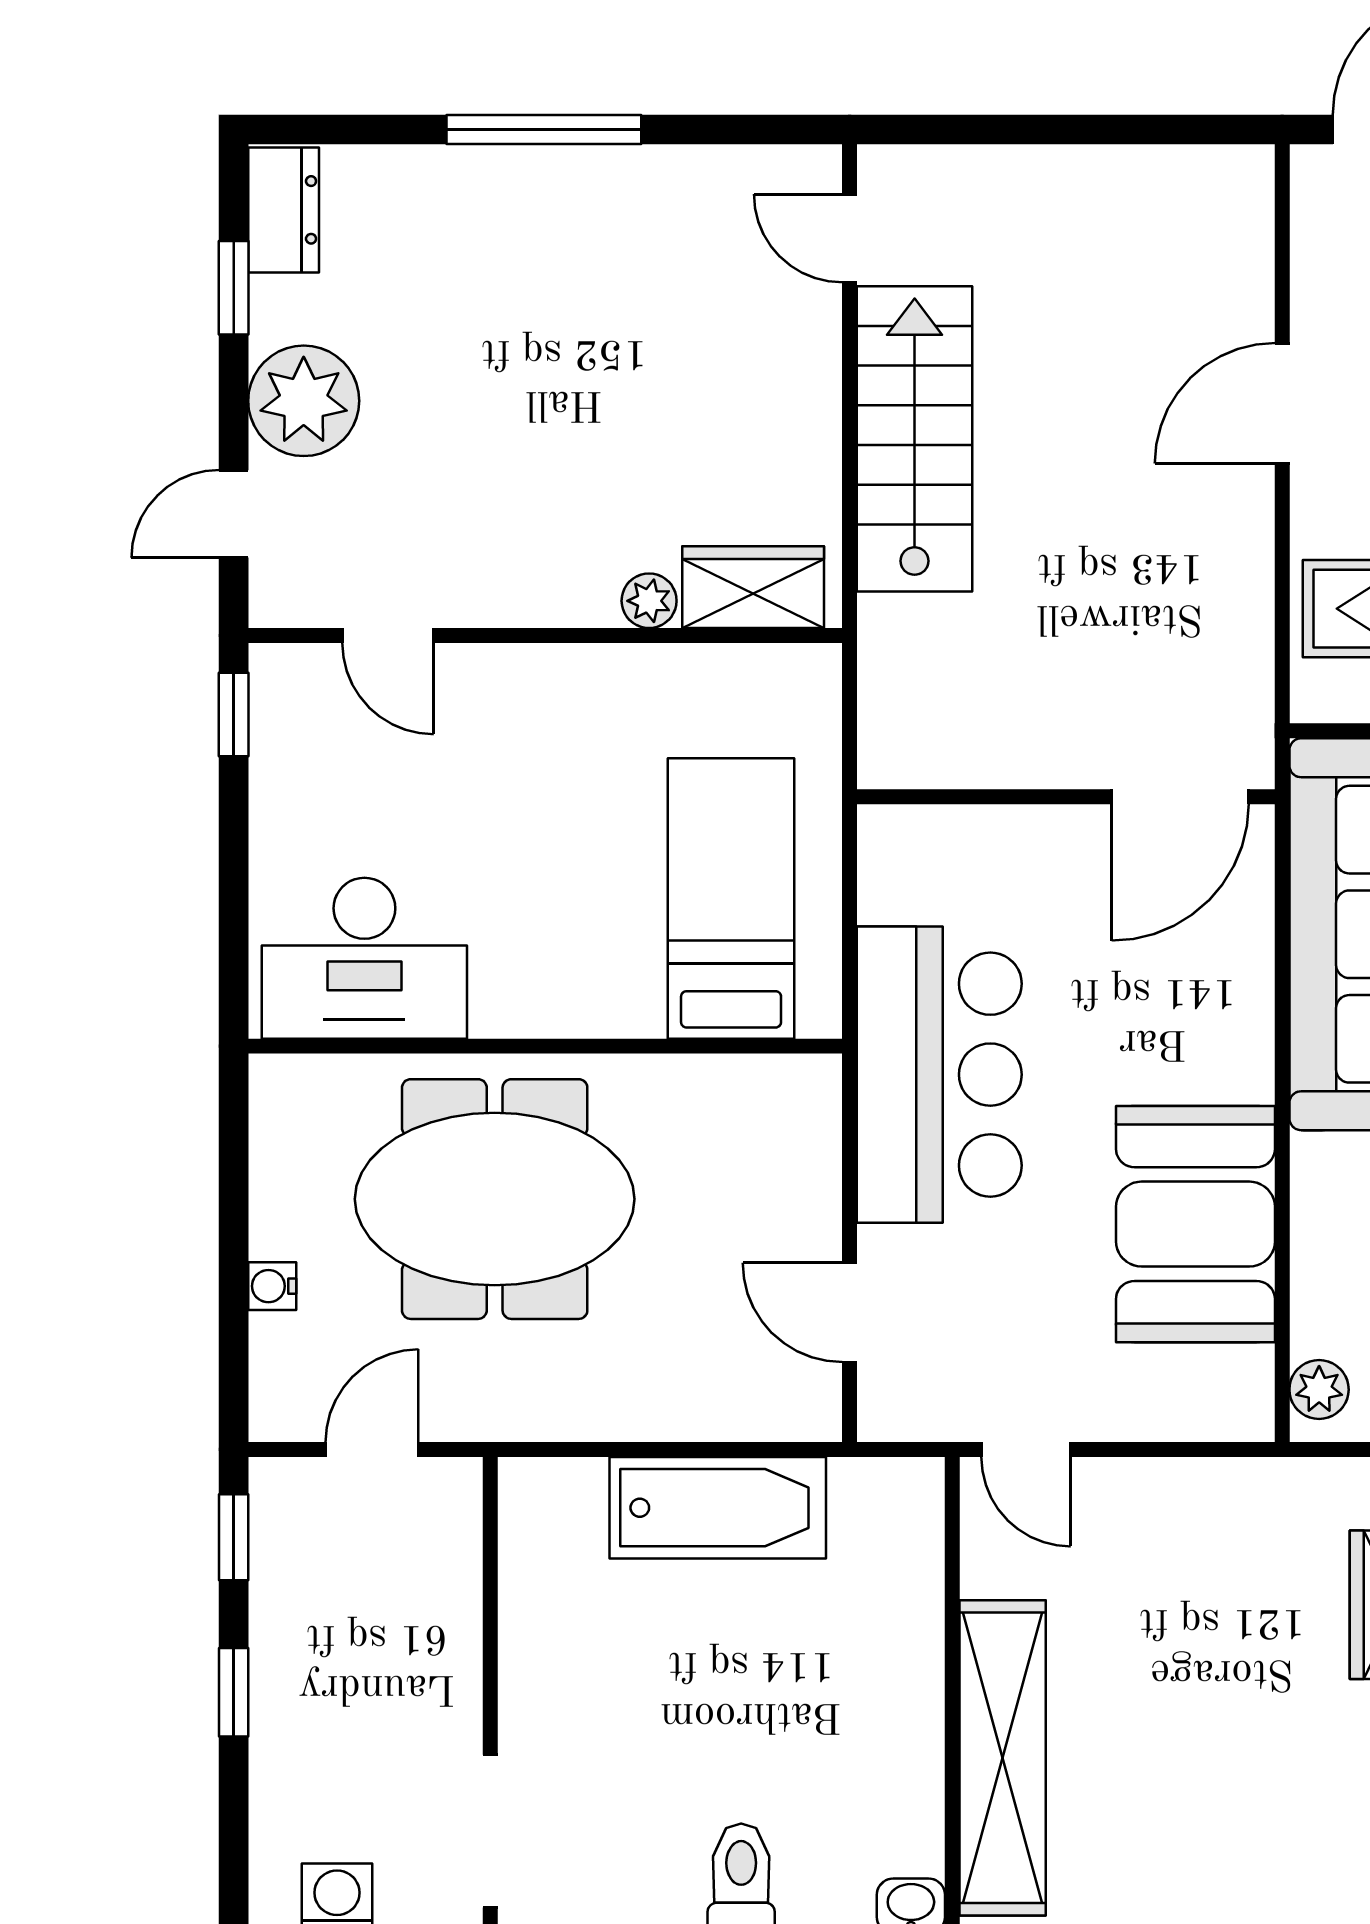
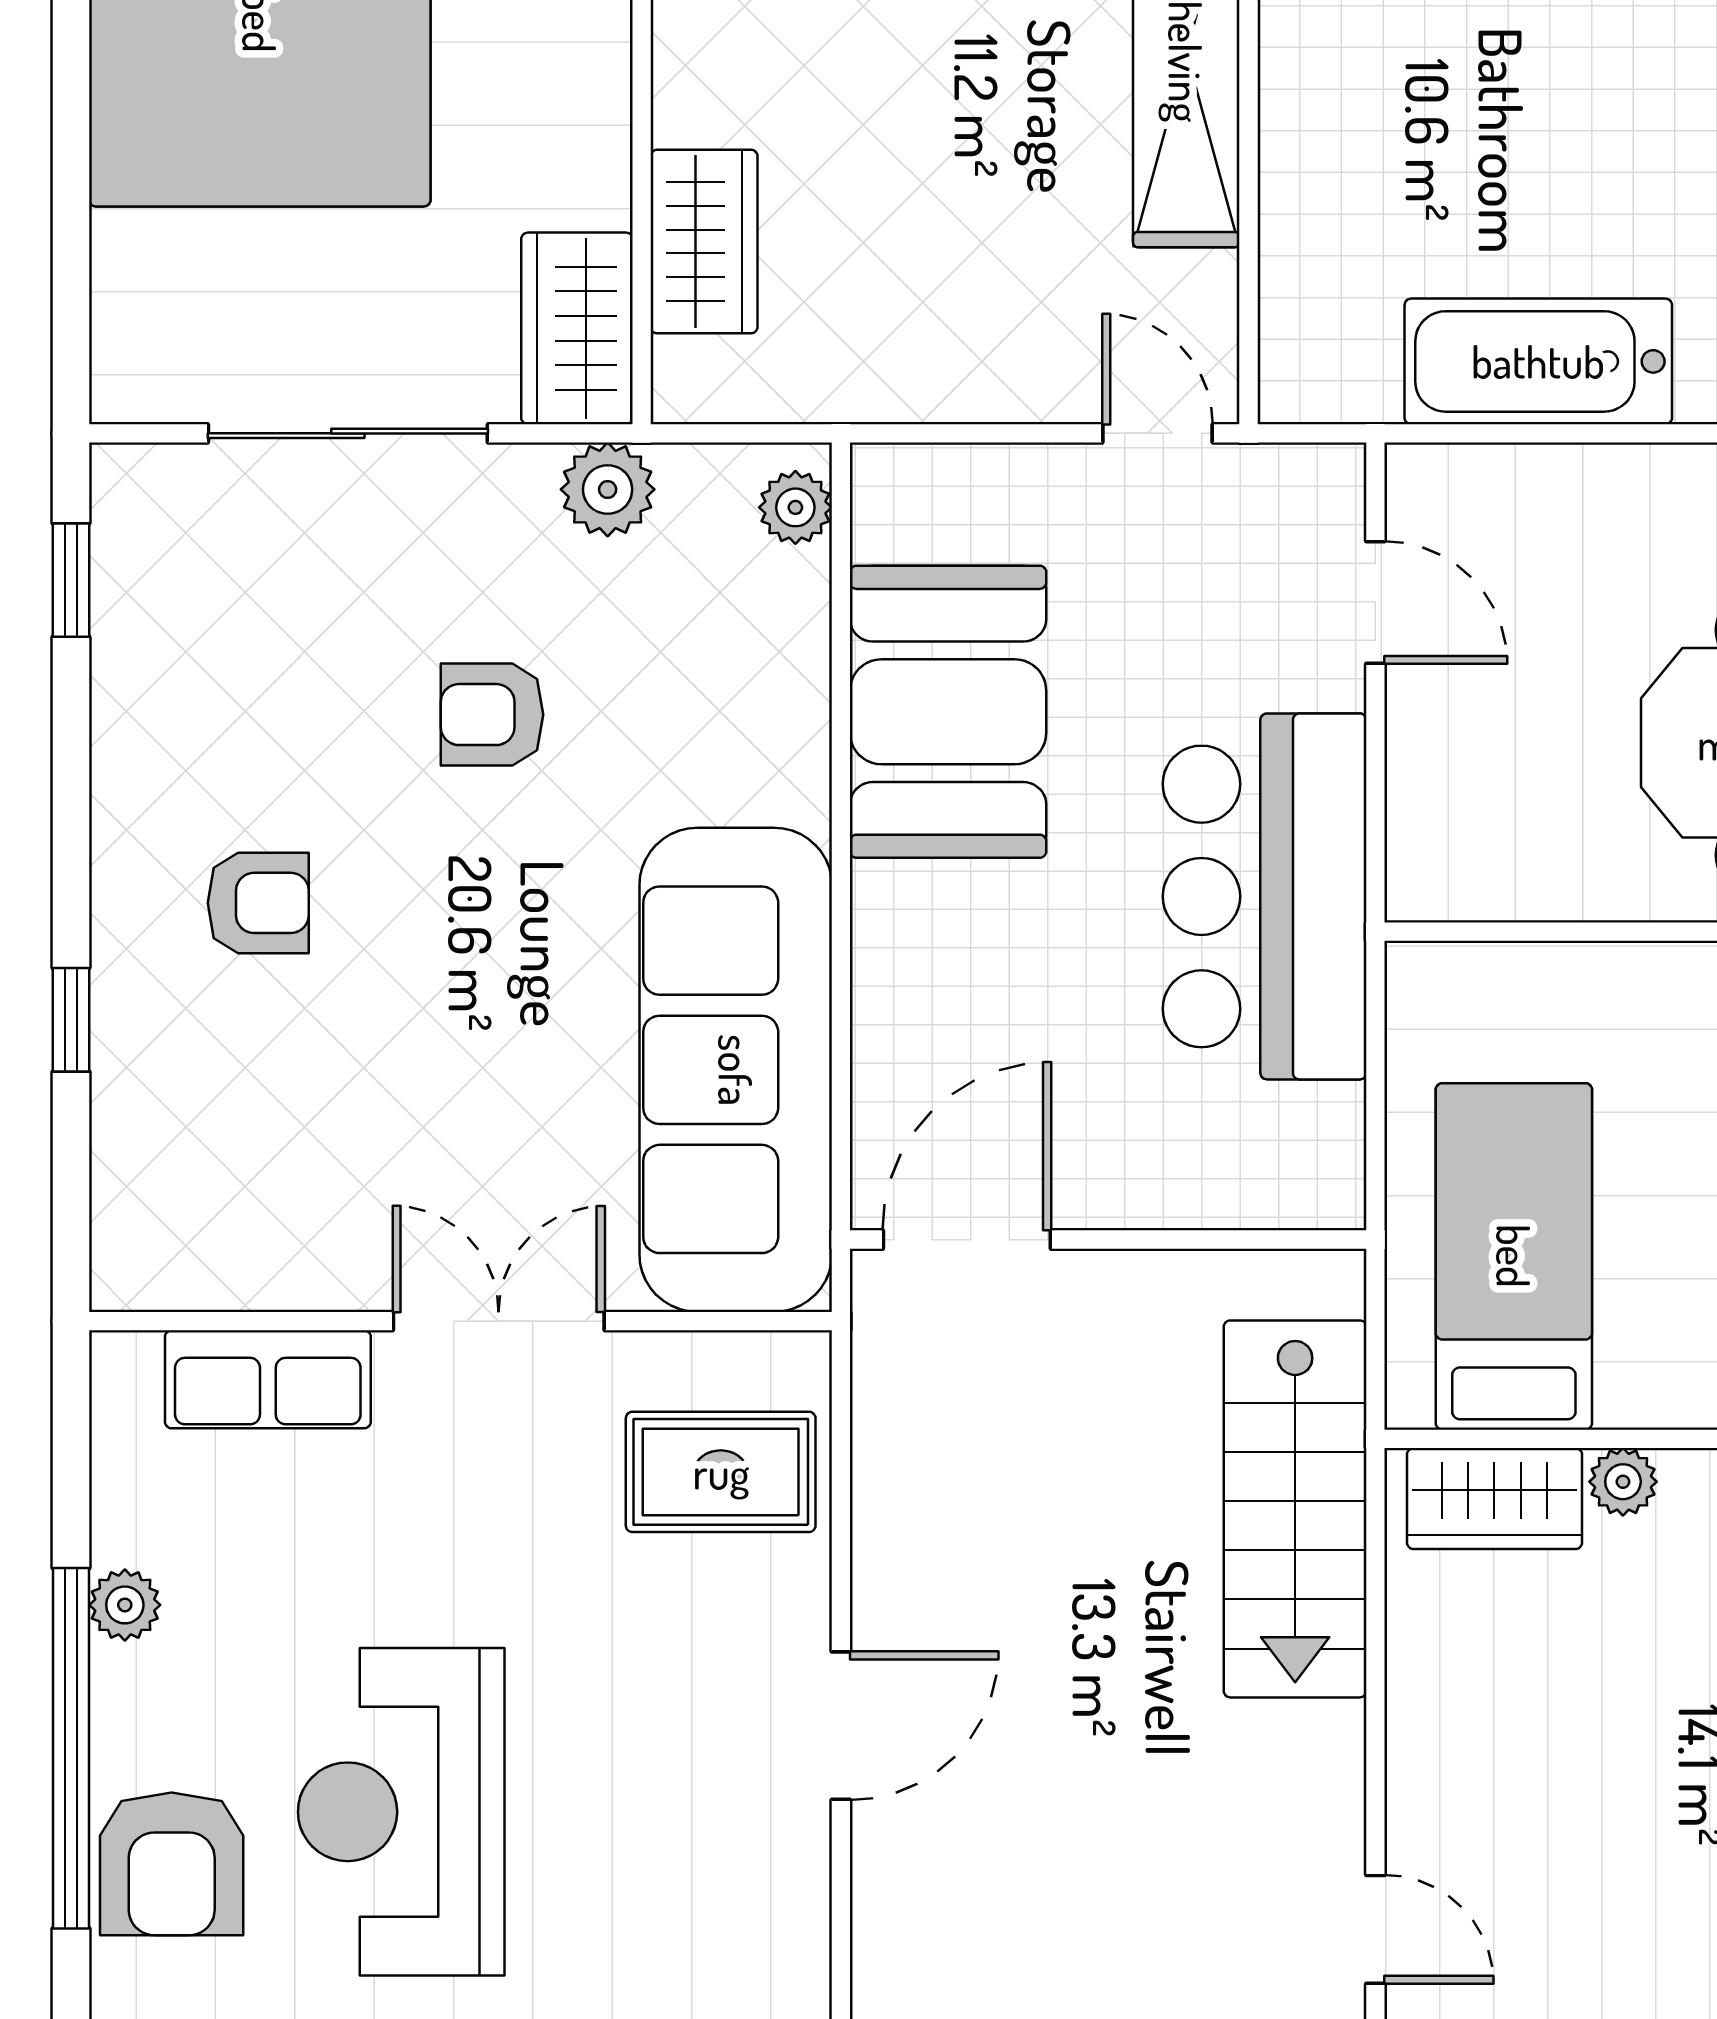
stairs: (915, 439) -> (1295, 1509), moved
bed: (731, 898) -> (1514, 1256), moved, turned 180

